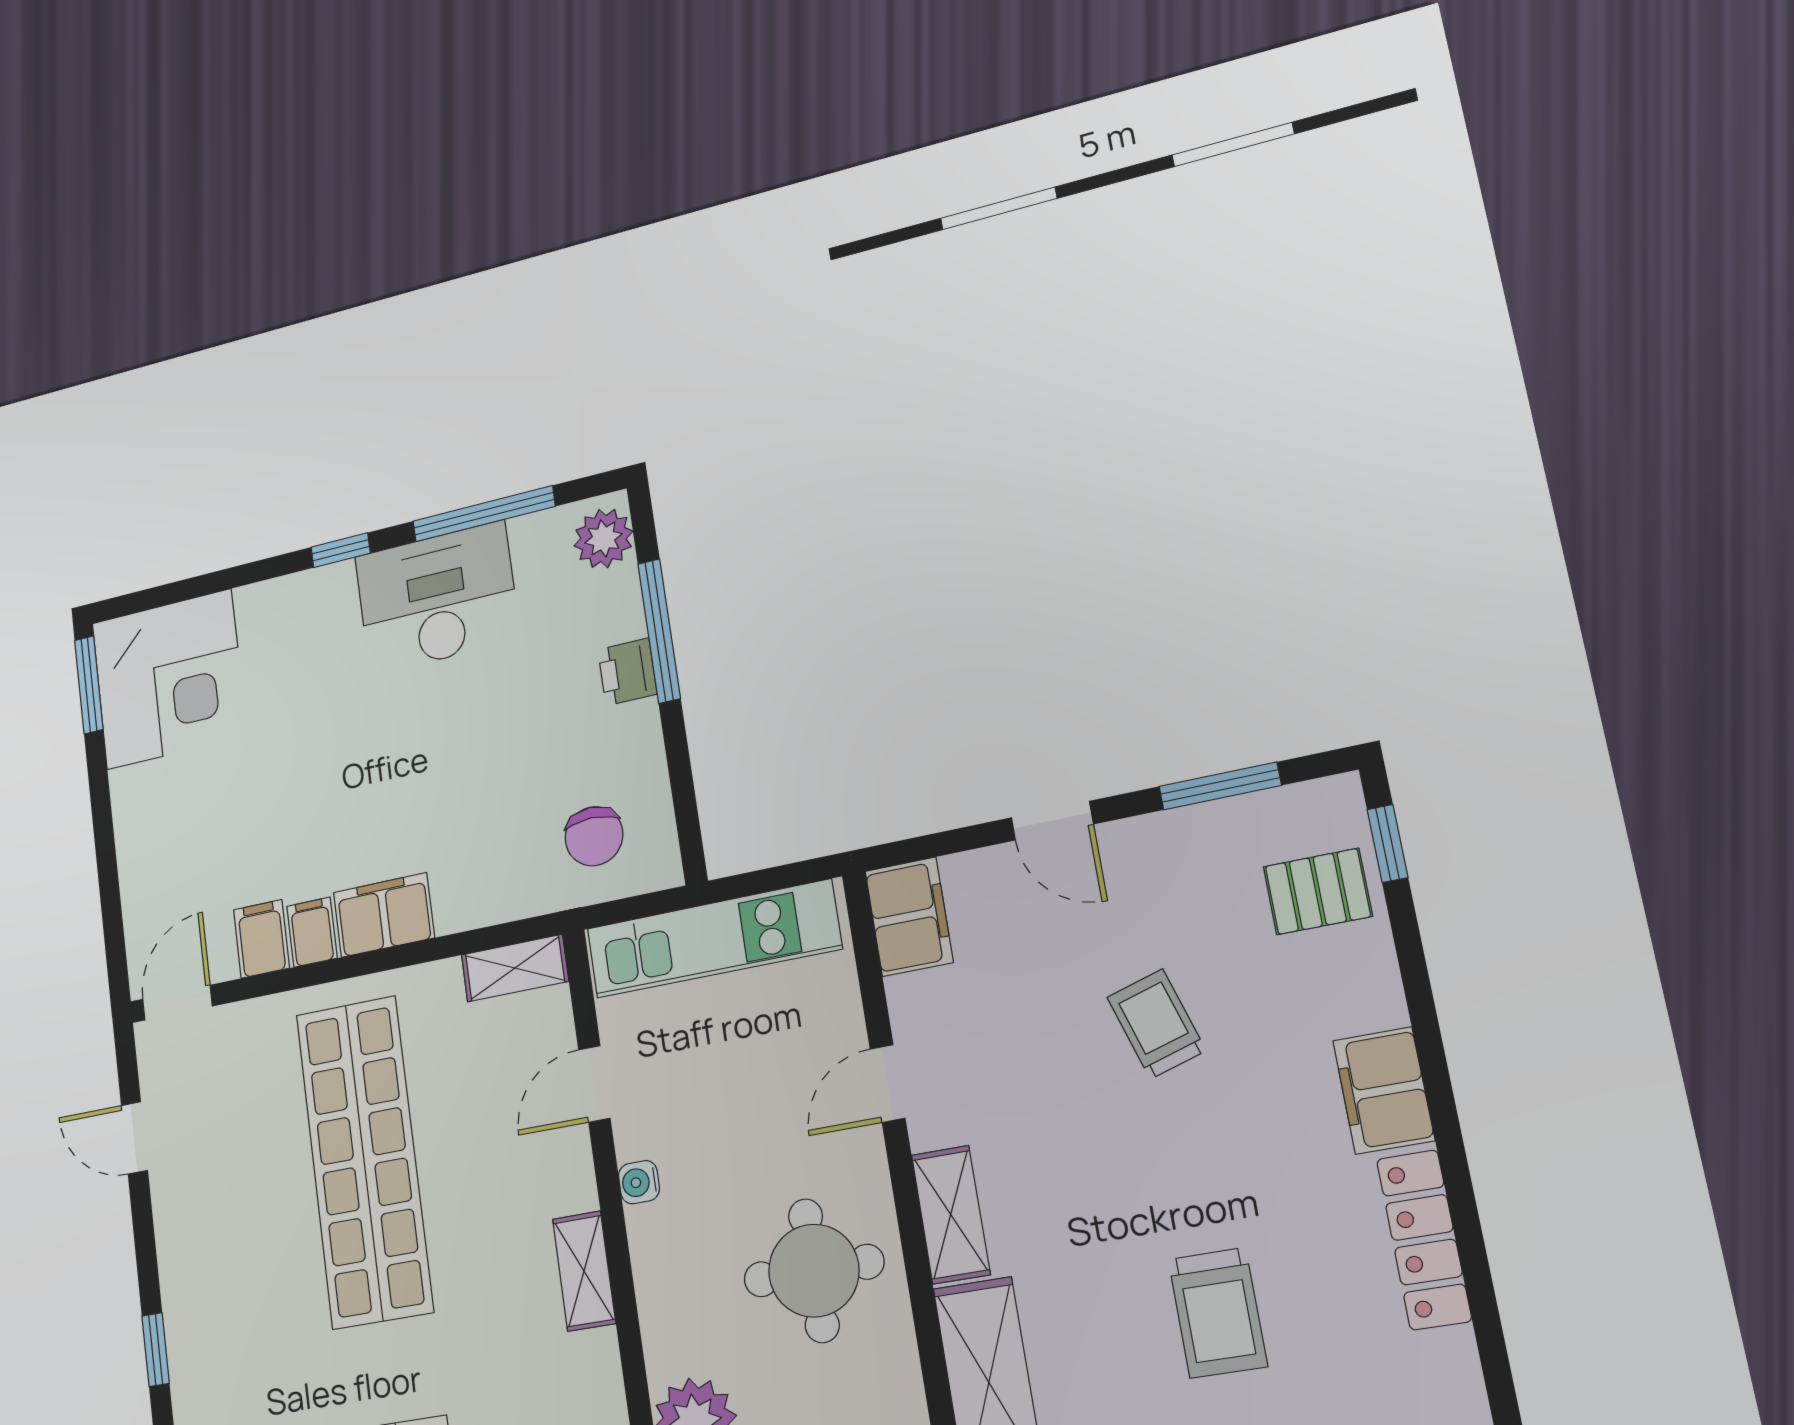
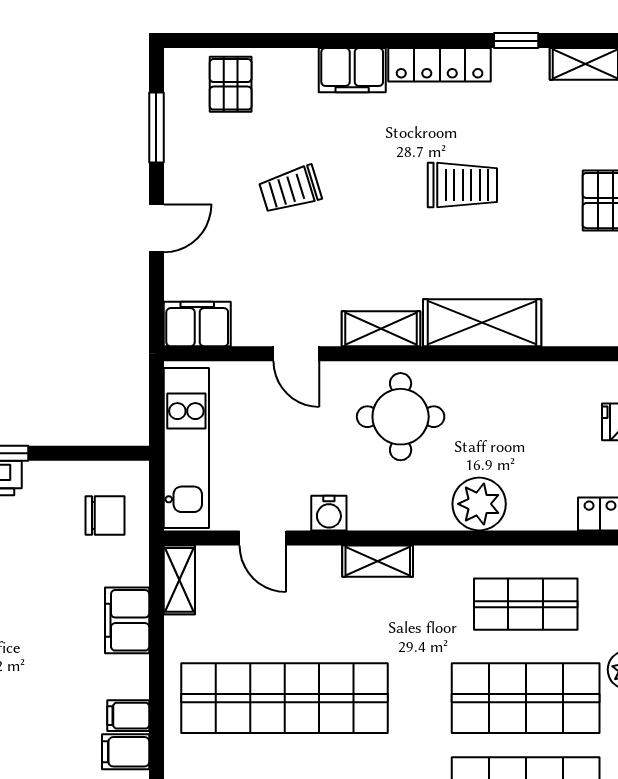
window: (1387, 843) -> (516, 41), moved
filing cabinet: (384, 915) -> (127, 620), moved
water cooler: (639, 1182) -> (329, 513), width x1.38, depth x1.38

